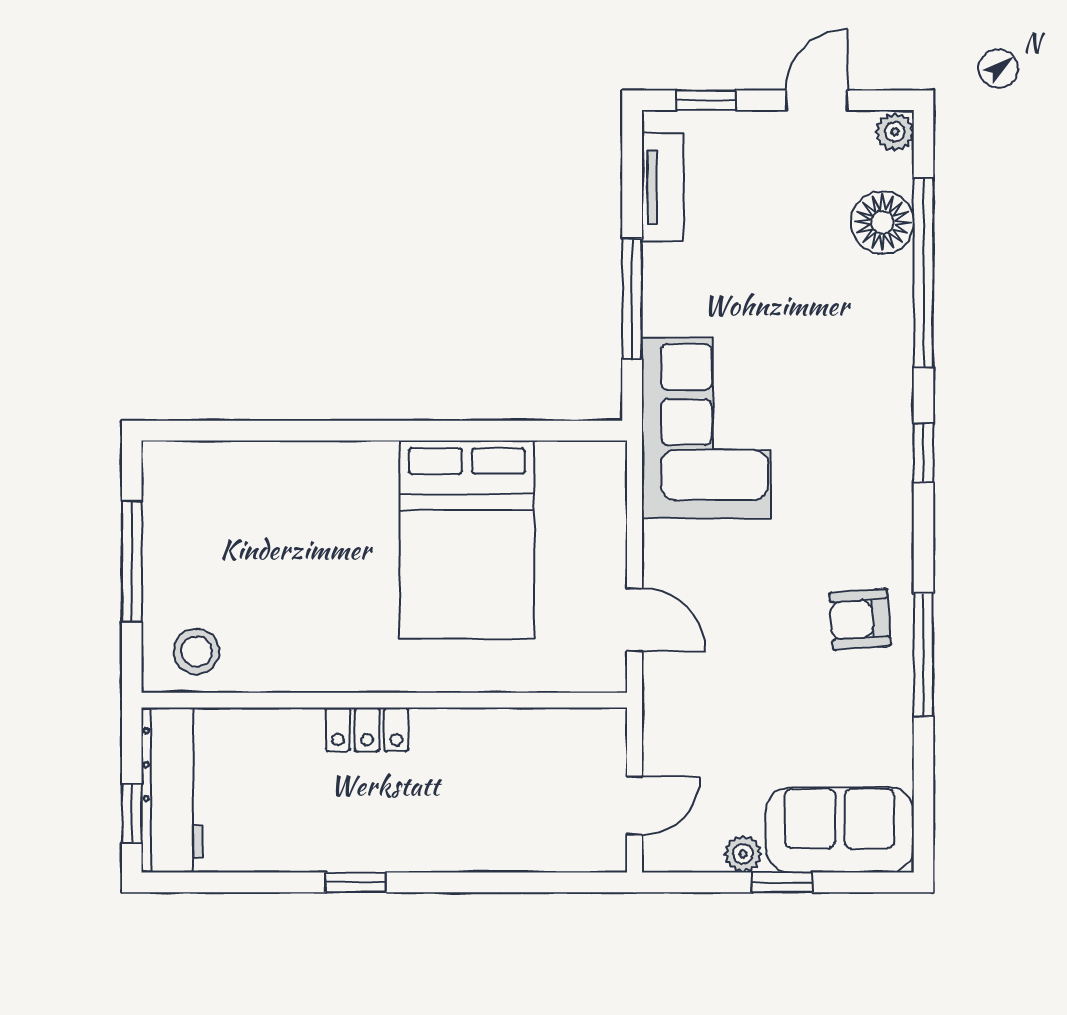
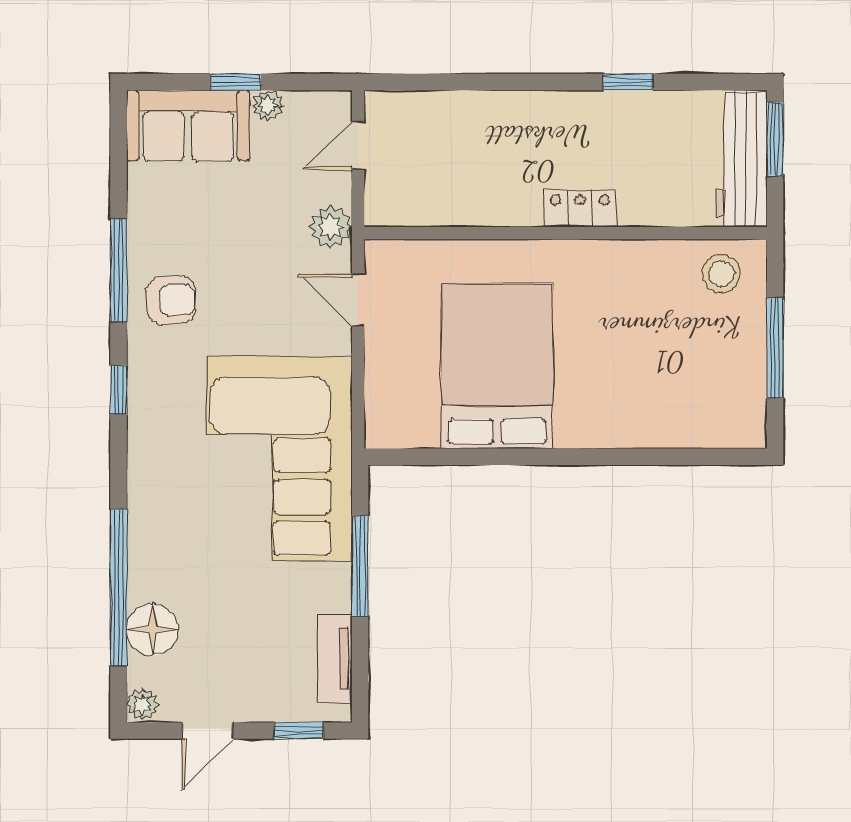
corner sofa: (706, 428) -> (279, 459), width x1.36, depth x1.36
window: (924, 453) -> (118, 390), moved
plant: (668, 708) -> (331, 227), added
window: (132, 813) -> (775, 139), width x1.50
window: (356, 882) -> (628, 82), moved

